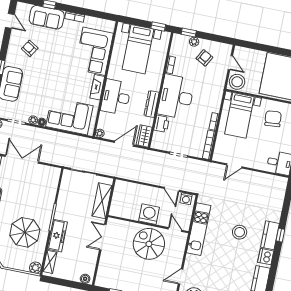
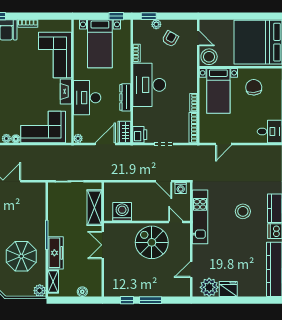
printer: (162, 124) -> (140, 135), moved
washing machine: (149, 214) -> (122, 212), moved
boiler: (85, 279) -> (82, 292), moved

